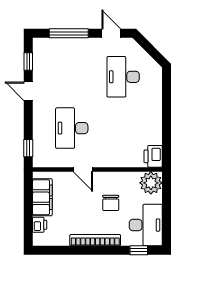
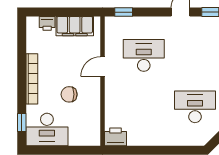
plant: (151, 183) -> (89, 135), removed

